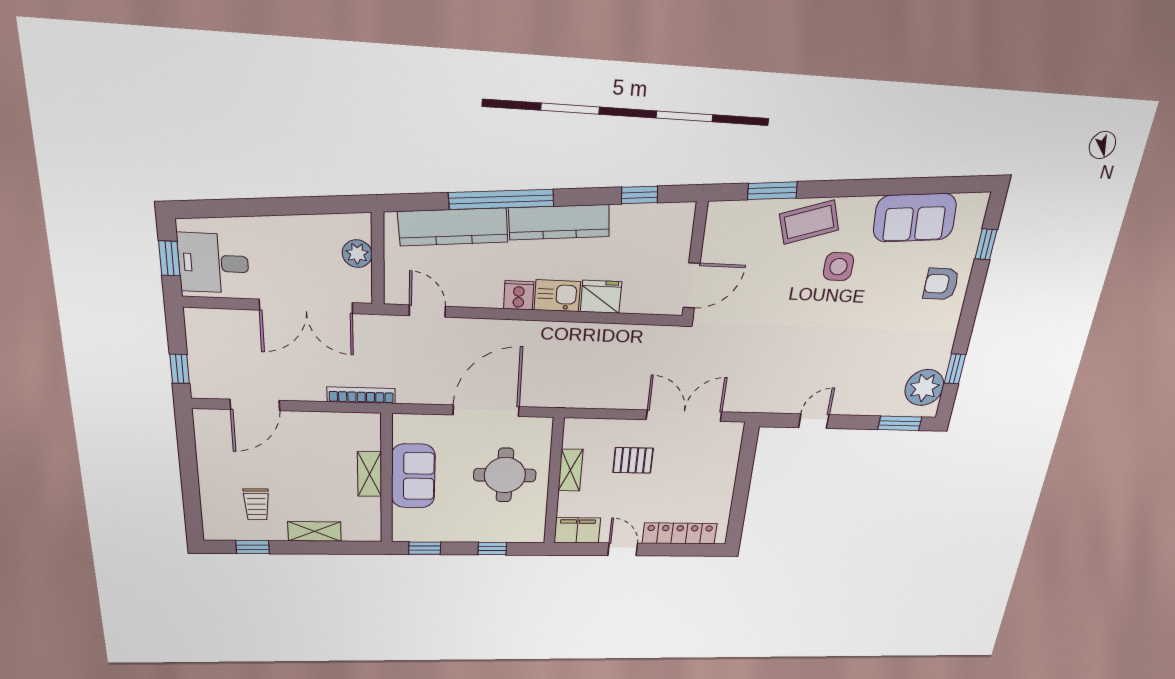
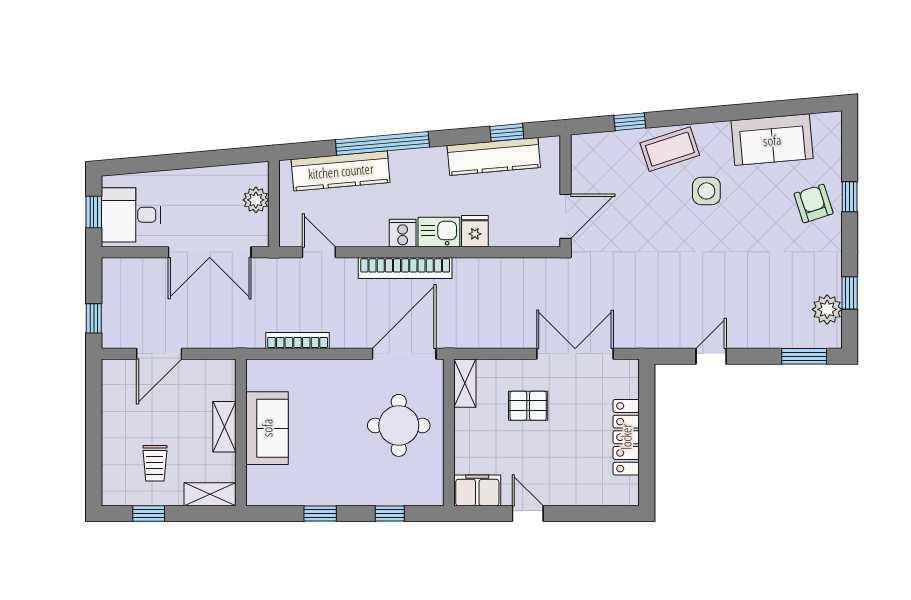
window: (772, 191) -> (630, 122), width x0.67
kitchen counter: (559, 222) -> (494, 156), moved
window: (986, 244) -> (850, 197), moved
armchair: (941, 284) -> (814, 204), turned 72
fridge: (601, 297) -> (475, 231), width x0.72
bookcase: (519, 330) -> (405, 268), added
plant: (924, 388) -> (827, 309), width x0.73, depth x0.73
bookcase: (361, 395) -> (298, 341), moved
door: (486, 411) -> (404, 354), moved
shelving: (570, 470) -> (465, 383), moved
shelving: (370, 474) -> (224, 427), moved
sofa: (413, 476) -> (267, 428), moved
wall: (387, 479) -> (241, 432), moved
locker: (680, 533) -> (626, 437), moved, turned -90

